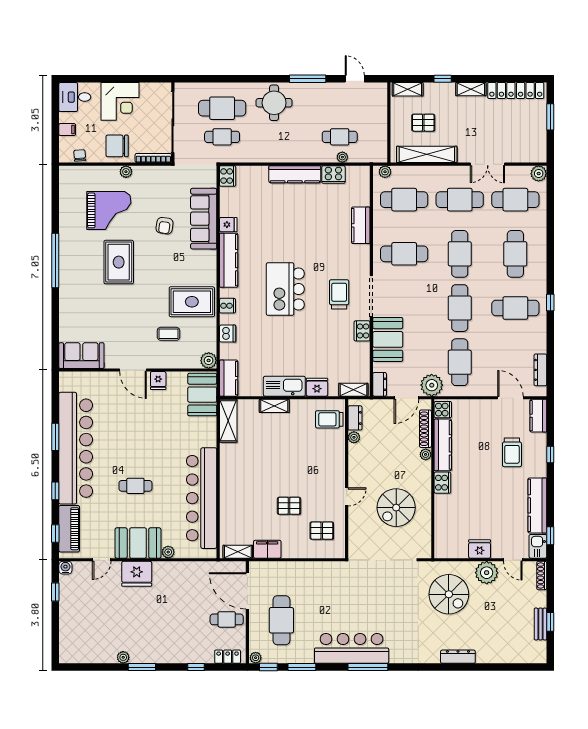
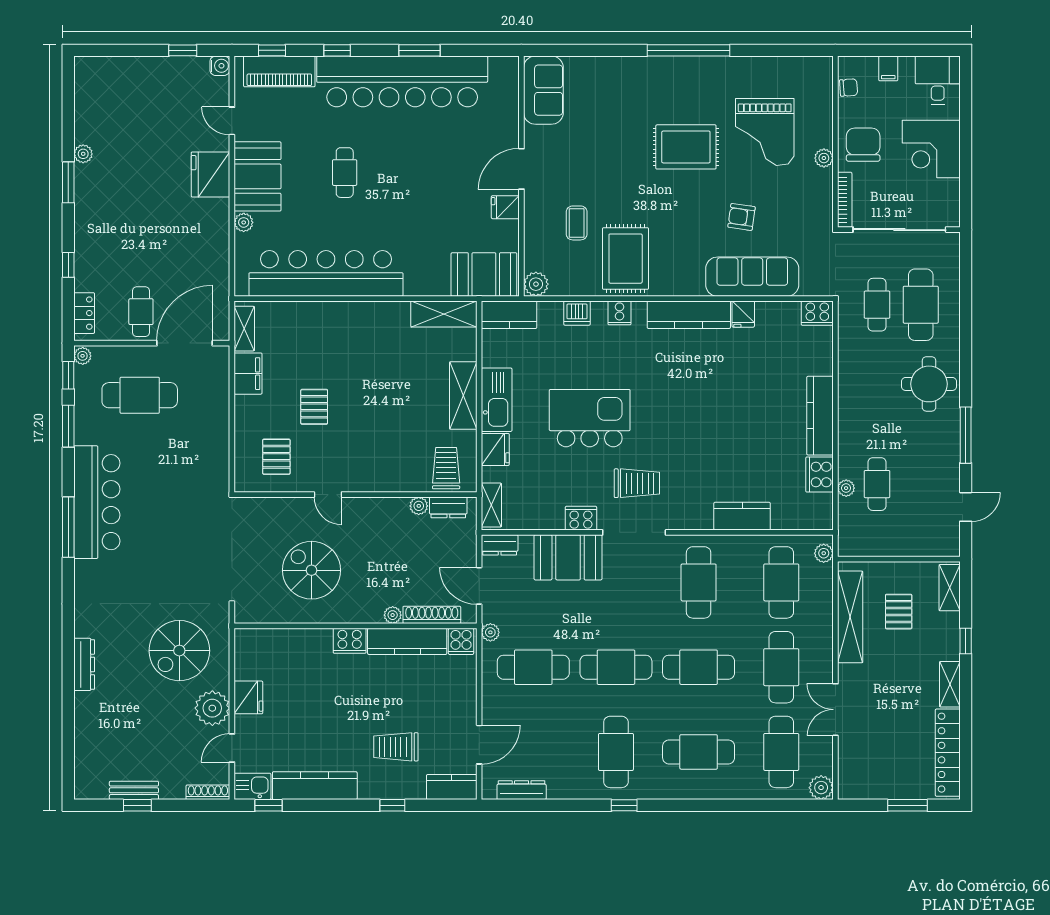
kitchen island: (285, 289) -> (590, 418), moved
plant: (432, 385) -> (490, 632), width x0.53, depth x0.53
shelving: (274, 406) -> (463, 395), width x1.50, depth x1.33

